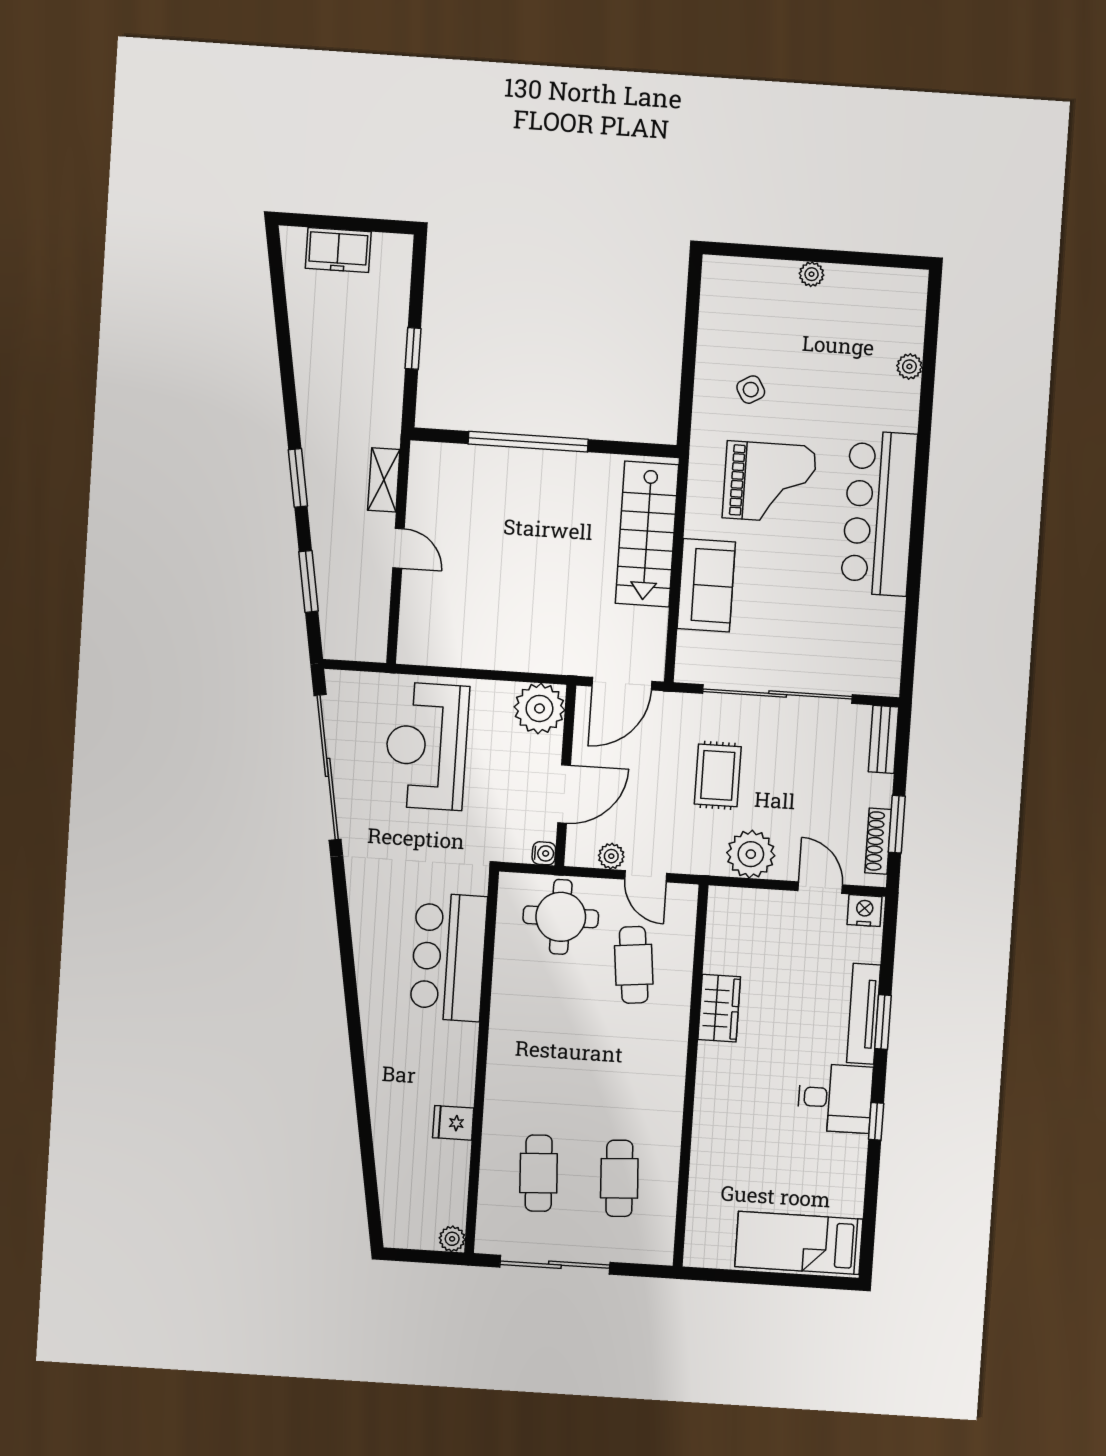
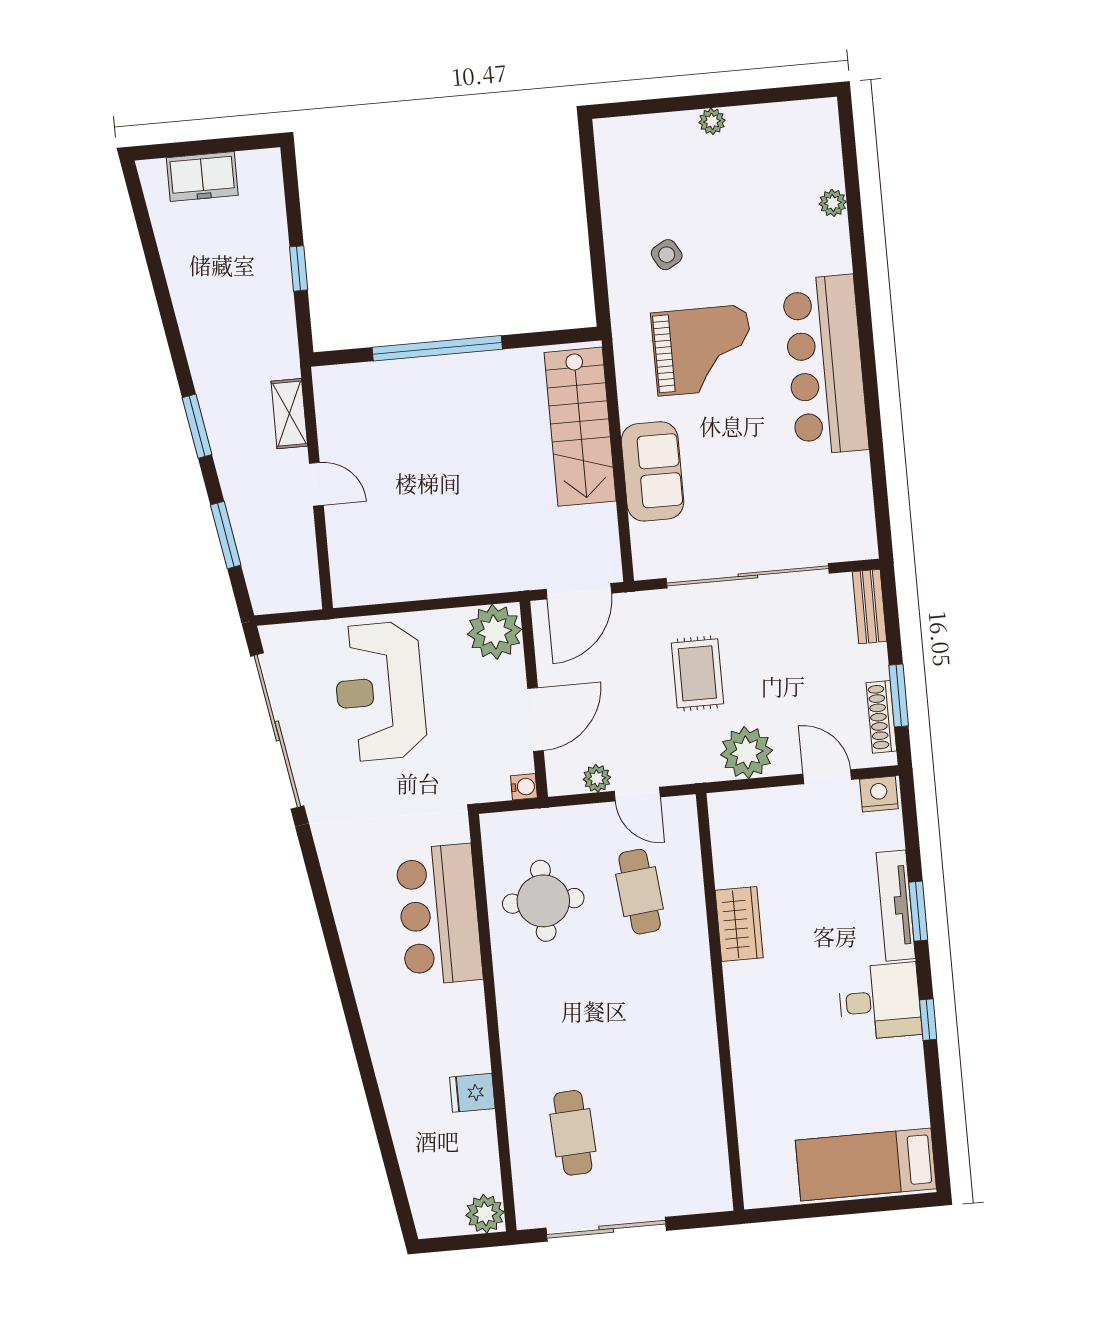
round table: (561, 917) -> (543, 901), moved
cafe table: (619, 1178) -> (661, 1125), removed
plant: (452, 1239) -> (485, 1214), width x1.38, depth x1.38

